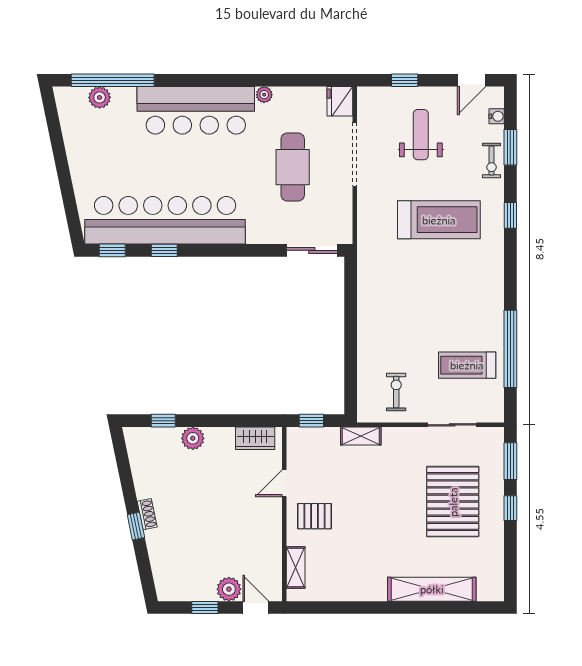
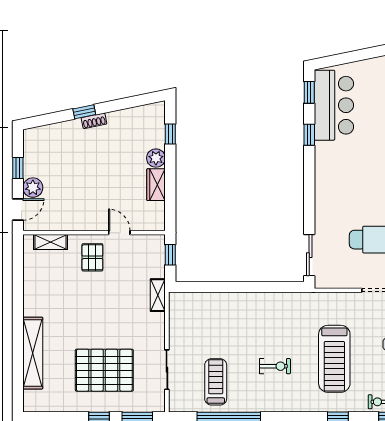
bar counter: (165, 220) -> (334, 105), width x0.54
exercise bike: (396, 392) -> (275, 366), moved
wardrobe: (255, 438) -> (156, 185), moved

